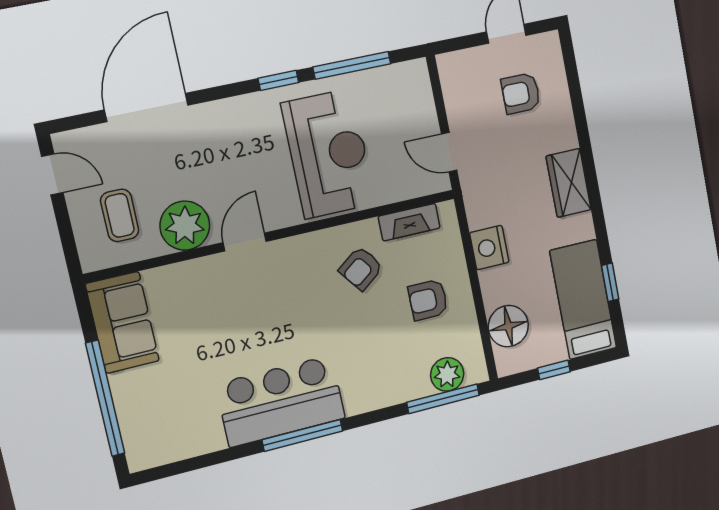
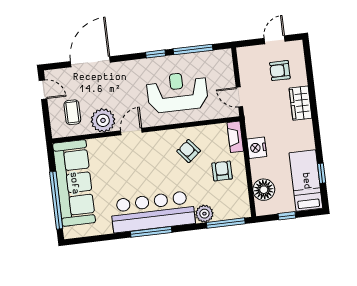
reception desk: (329, 154) -> (177, 92), turned -90
wardrobe: (569, 183) -> (301, 103), moved
fireplace: (409, 222) -> (235, 137), moved, turned 90
armchair: (361, 268) -> (189, 151), turned 88
armchair: (428, 300) -> (222, 171), turned 90
sofa: (122, 322) -> (74, 183), width x1.85, depth x1.27
plant: (447, 374) -> (204, 214), moved
bar counter: (281, 401) -> (153, 212), width x1.36

